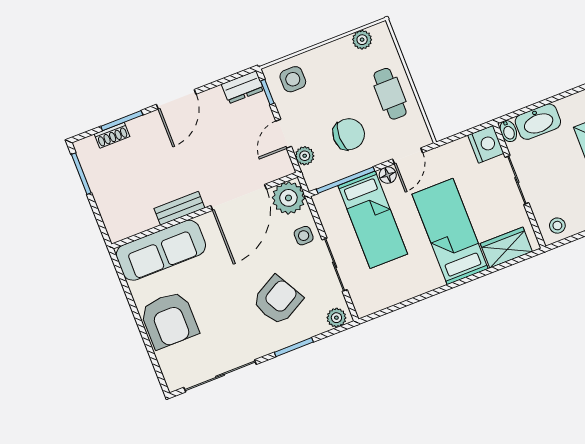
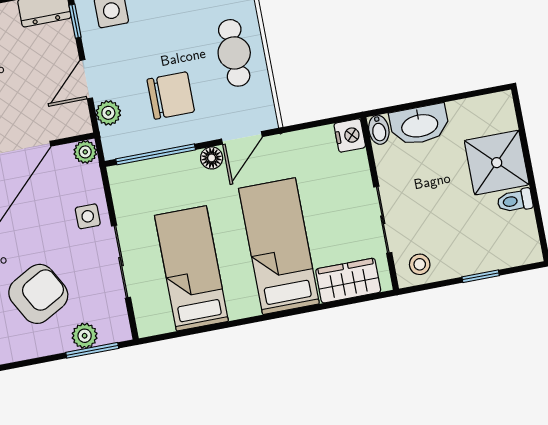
nightstand: (486, 144) -> (350, 135), width x0.74, depth x0.75
sliding door: (517, 180) -> (383, 220), moved
plant: (288, 198) -> (85, 152), width x0.53, depth x0.53
bed: (373, 220) -> (191, 268), moved, turned 180
plant: (336, 318) -> (85, 336), moved
window: (294, 347) -> (92, 350), moved

